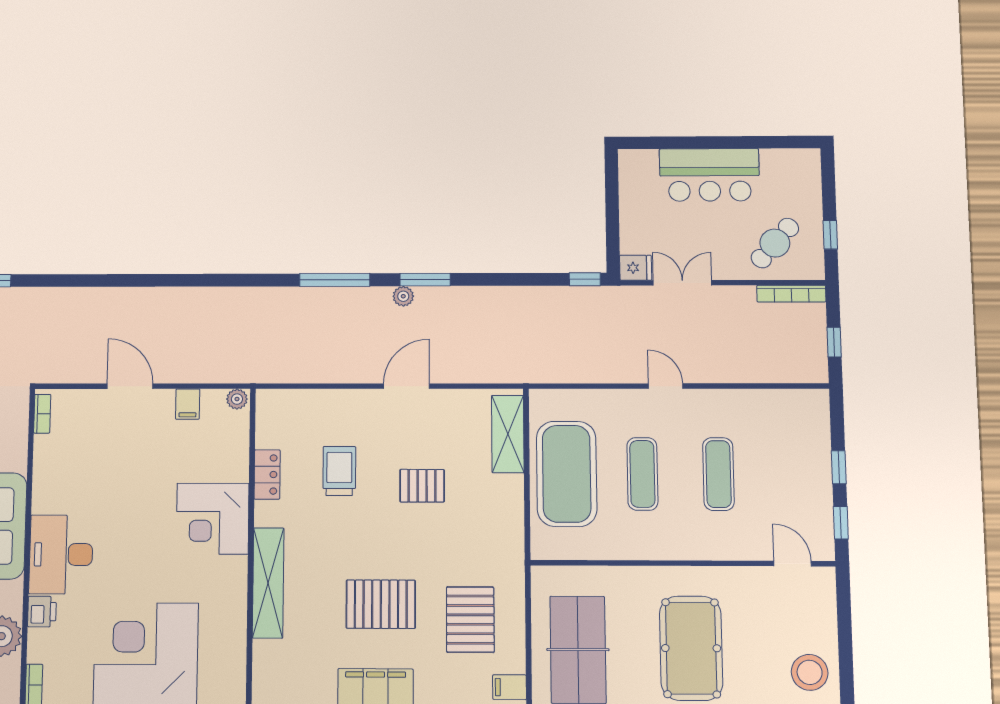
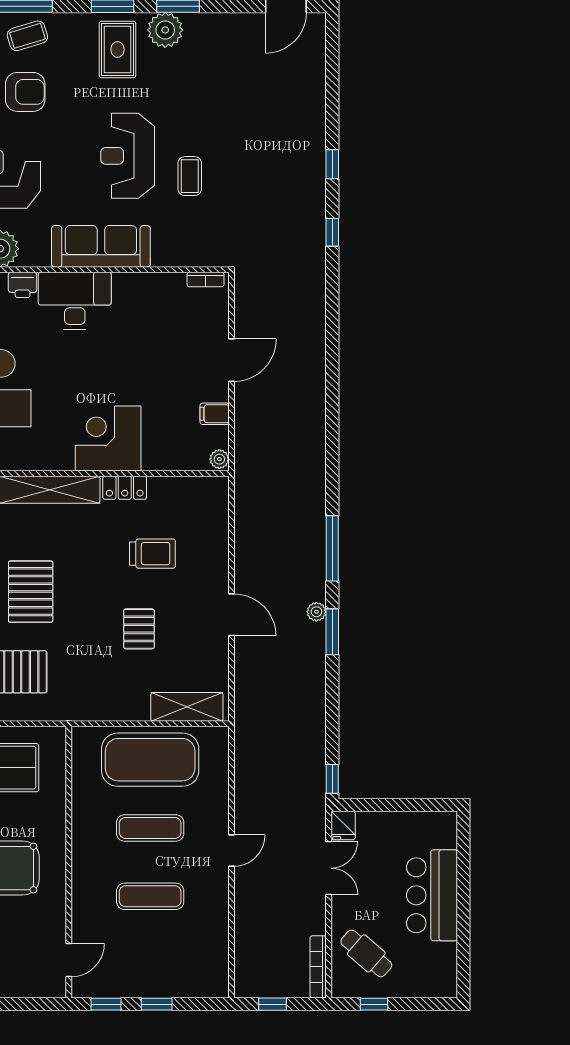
locker: (267, 474) -> (125, 488), moved

